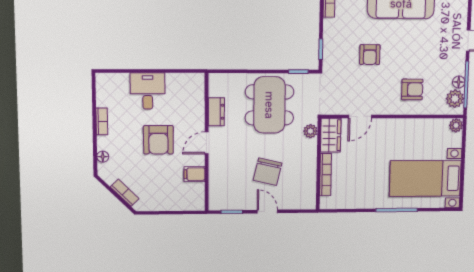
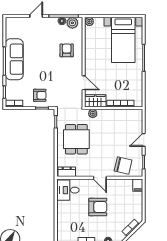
armchair: (370, 55) -> (40, 95), moved
desk: (148, 91) -> (68, 190), moved
dining table: (269, 105) -> (76, 139), width x0.73
dresser: (216, 112) -> (67, 172), moved
chair: (268, 172) -> (123, 165), moved
filing cabinet: (194, 174) -> (138, 185), moved

